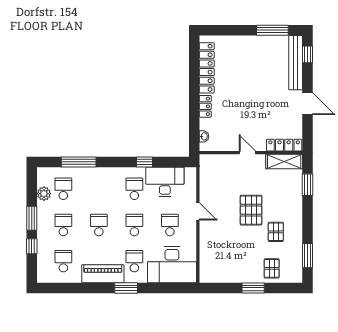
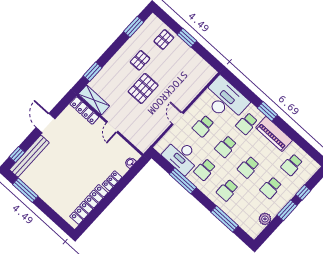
window: (144, 162) -> (183, 181), width x2.17
school desk: (63, 189) -> (227, 190), moved

